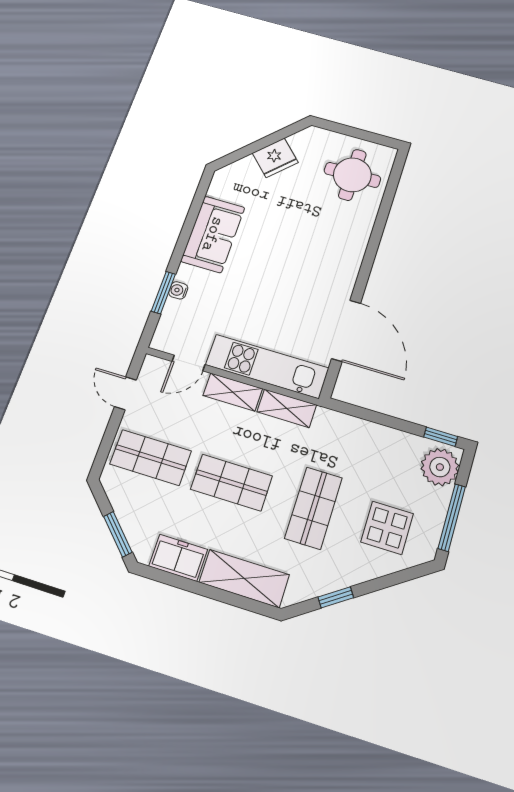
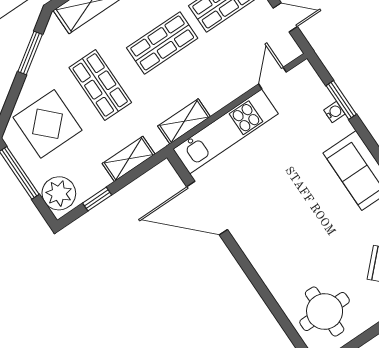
shelving: (233, 392) -> (129, 159), moved
window: (441, 437) -> (97, 199), moved
display table: (387, 528) -> (47, 124), width x1.36, depth x1.36
window: (336, 597) -> (30, 53), width x1.50

